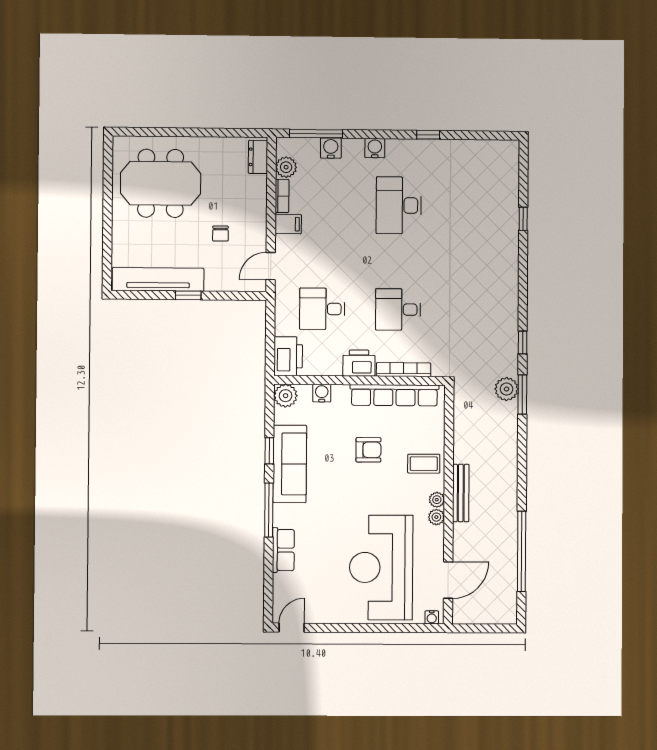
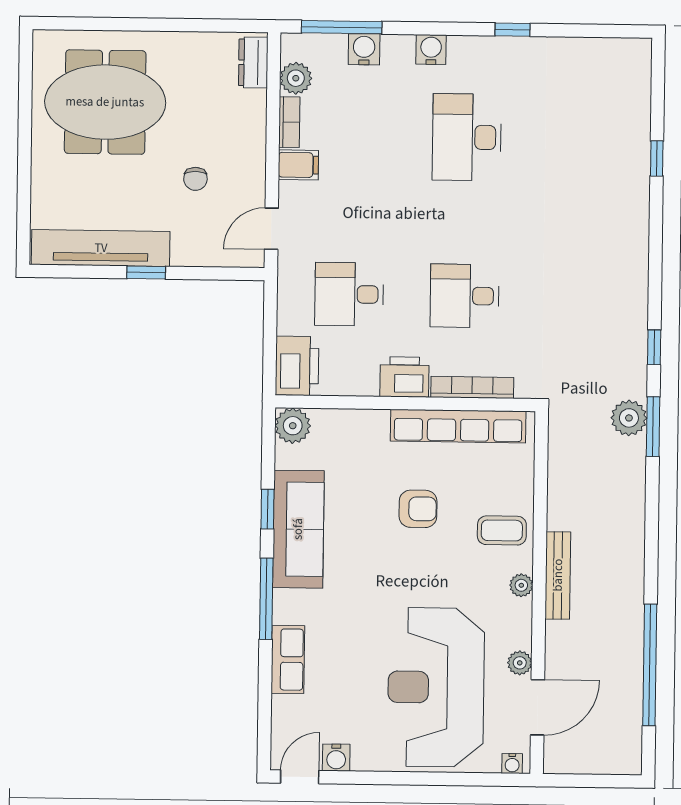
water cooler: (322, 393) -> (336, 758), moved, turned 180
plant: (436, 517) -> (520, 663), moved

